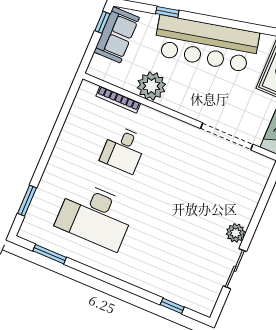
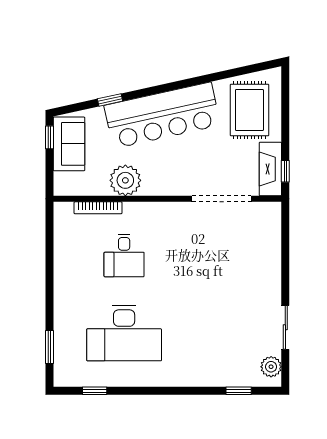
plant: (236, 233) -> (271, 367), moved
window: (50, 254) -> (95, 391), width x0.67

